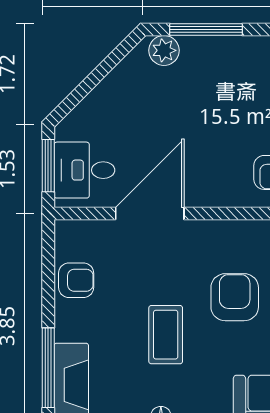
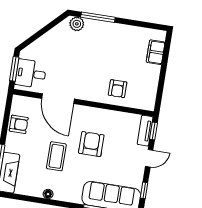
door: (150, 213) -> (58, 99), swing flipped

